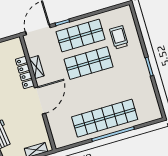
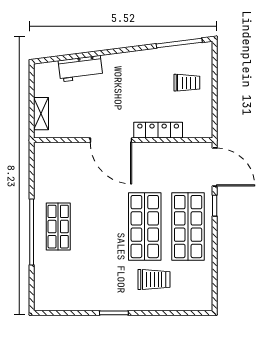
trolley: (119, 37) -> (154, 280), moved
shelving: (37, 67) -> (161, 150), removed
shop shelf: (105, 118) -> (58, 227), width x0.50, depth x0.74

